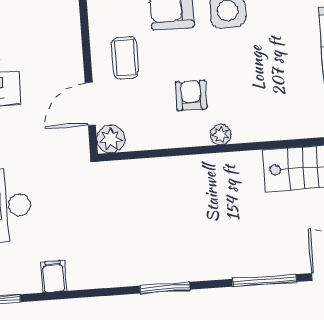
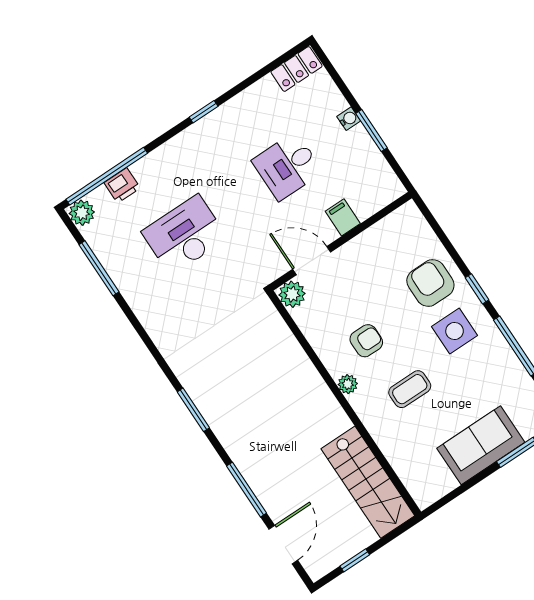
coffee table: (125, 58) -> (410, 389), moved
filing cabinet: (54, 276) -> (343, 217), moved, turned -90

